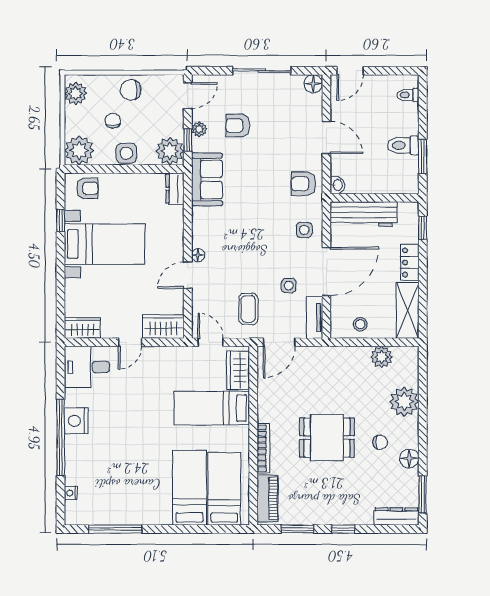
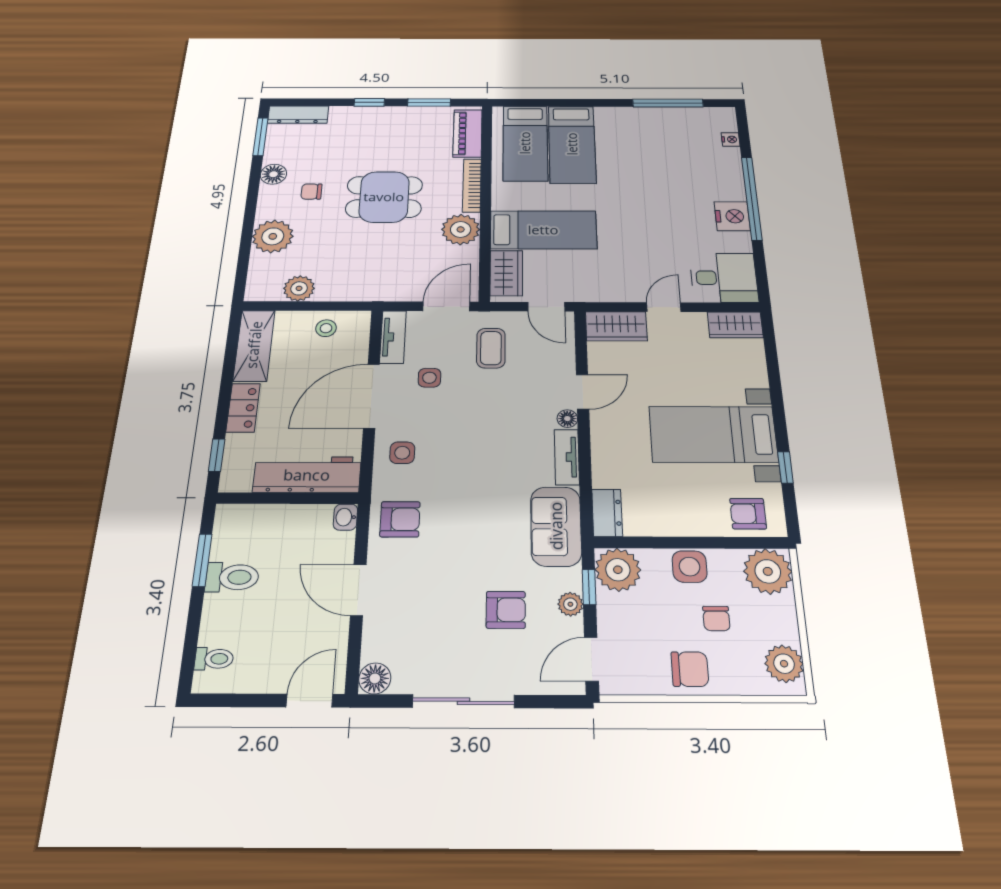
tv unit: (199, 227) -> (567, 457), added
plant: (271, 408) -> (461, 229), added

